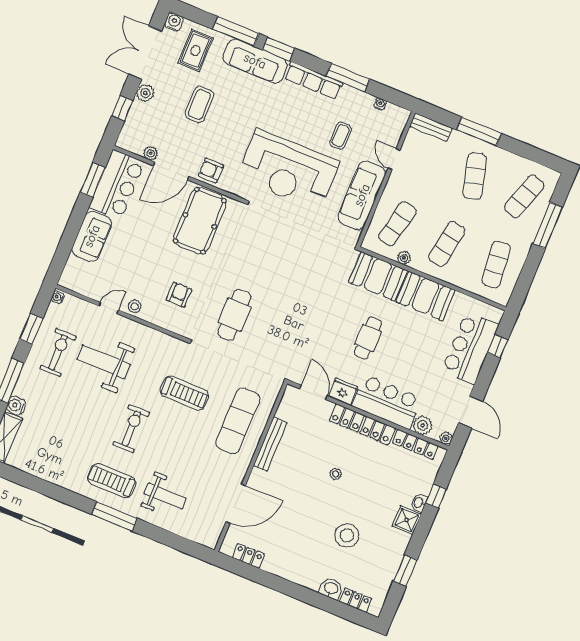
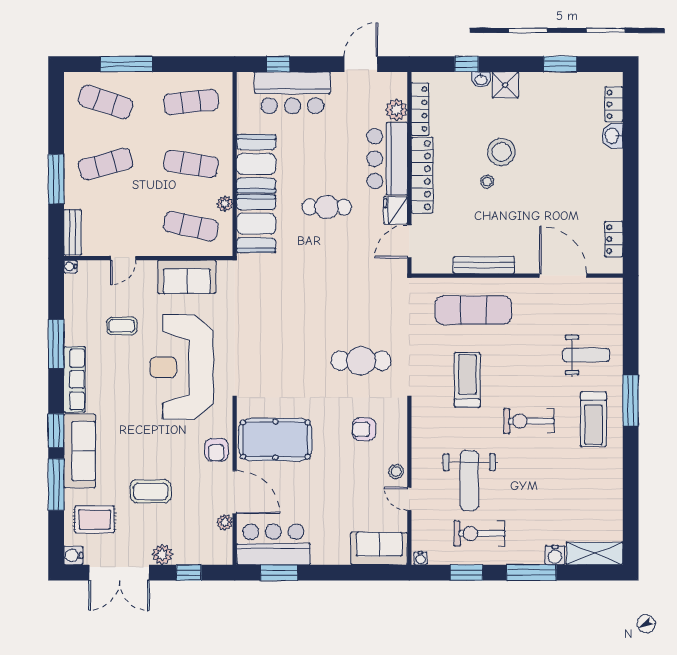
water cooler: (380, 104) -> (70, 266), moved
reception desk: (288, 170) -> (182, 367), turned 180
sofa: (362, 195) -> (187, 277), width x0.73
sofa: (92, 236) -> (379, 549), moved
plant: (446, 438) -> (400, 79), removed
weight bench: (165, 496) -> (586, 355), turned 90
stool: (347, 535) -> (501, 152), moved

